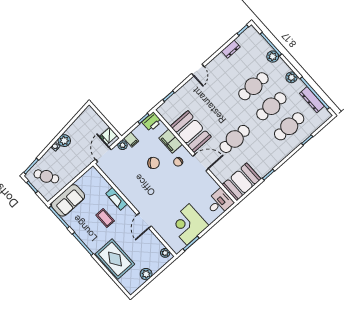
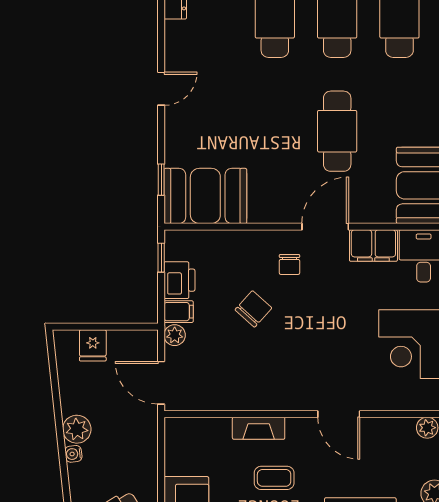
door: (198, 70) -> (161, 89), hinge flipped
printer: (152, 122) -> (179, 280), moved
booth: (191, 132) -> (205, 196), moved
fridge: (108, 136) -> (93, 345), moved
filing cabinet: (171, 141) -> (373, 246), moved

